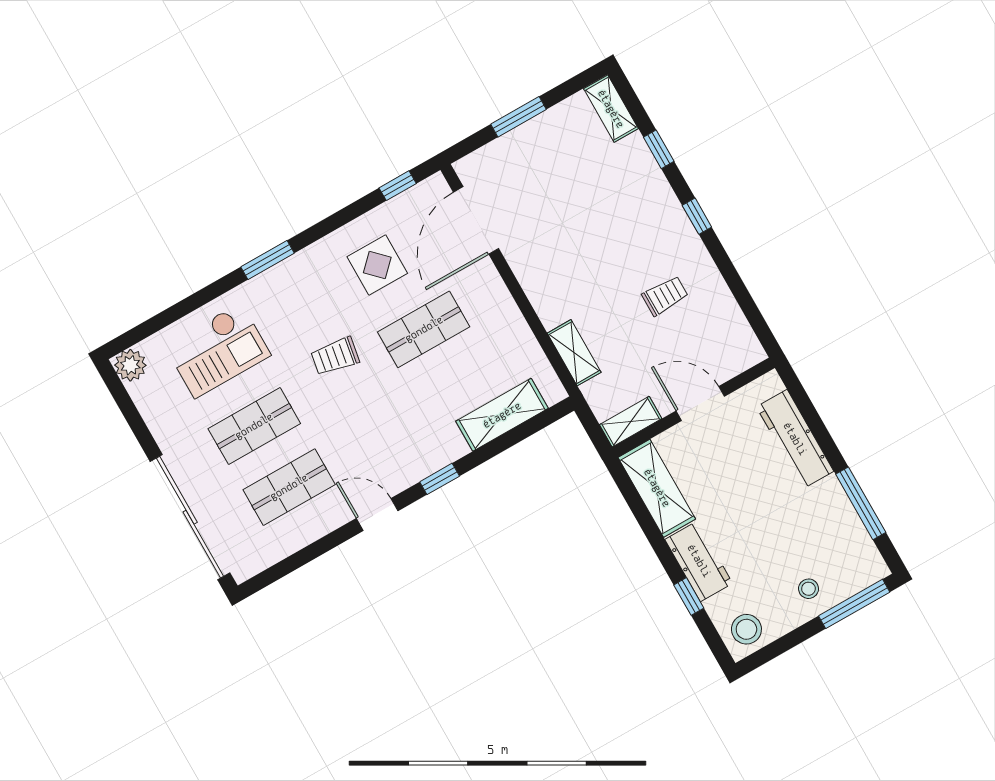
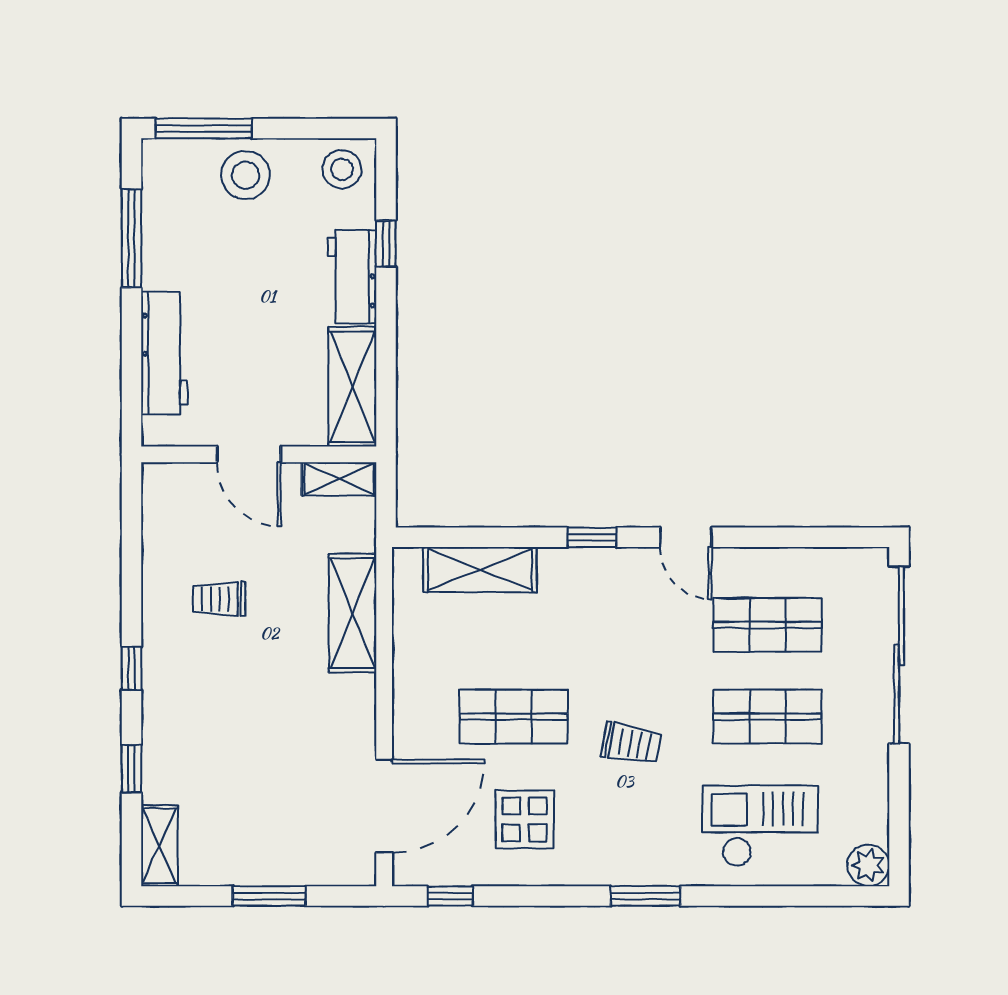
shelving: (574, 353) -> (353, 613), width x1.50, depth x1.33
stool: (808, 589) -> (246, 175), width x1.89, depth x1.89

